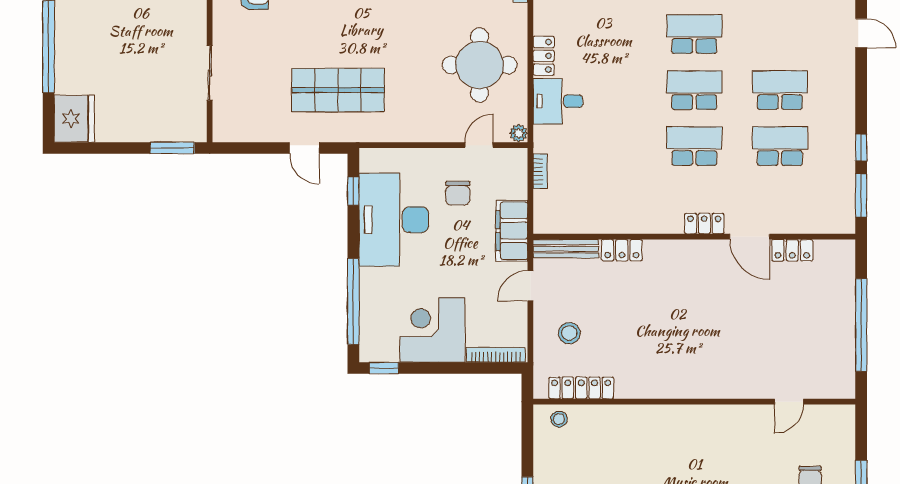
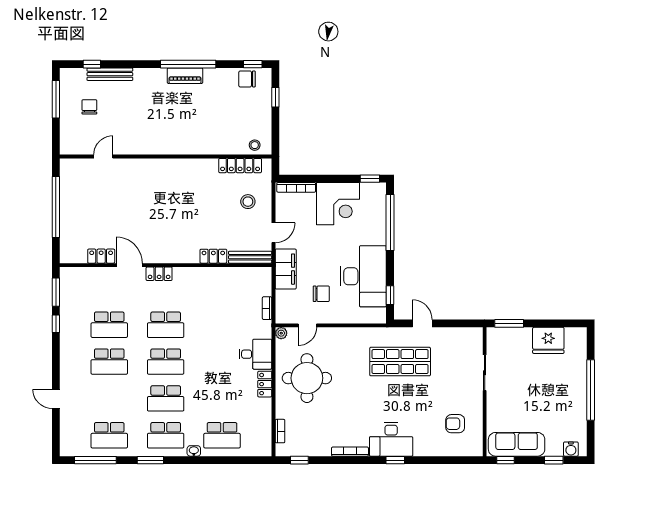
fridge: (74, 119) -> (548, 340), moved, turned -90
chair: (458, 193) -> (321, 294), turned 90

